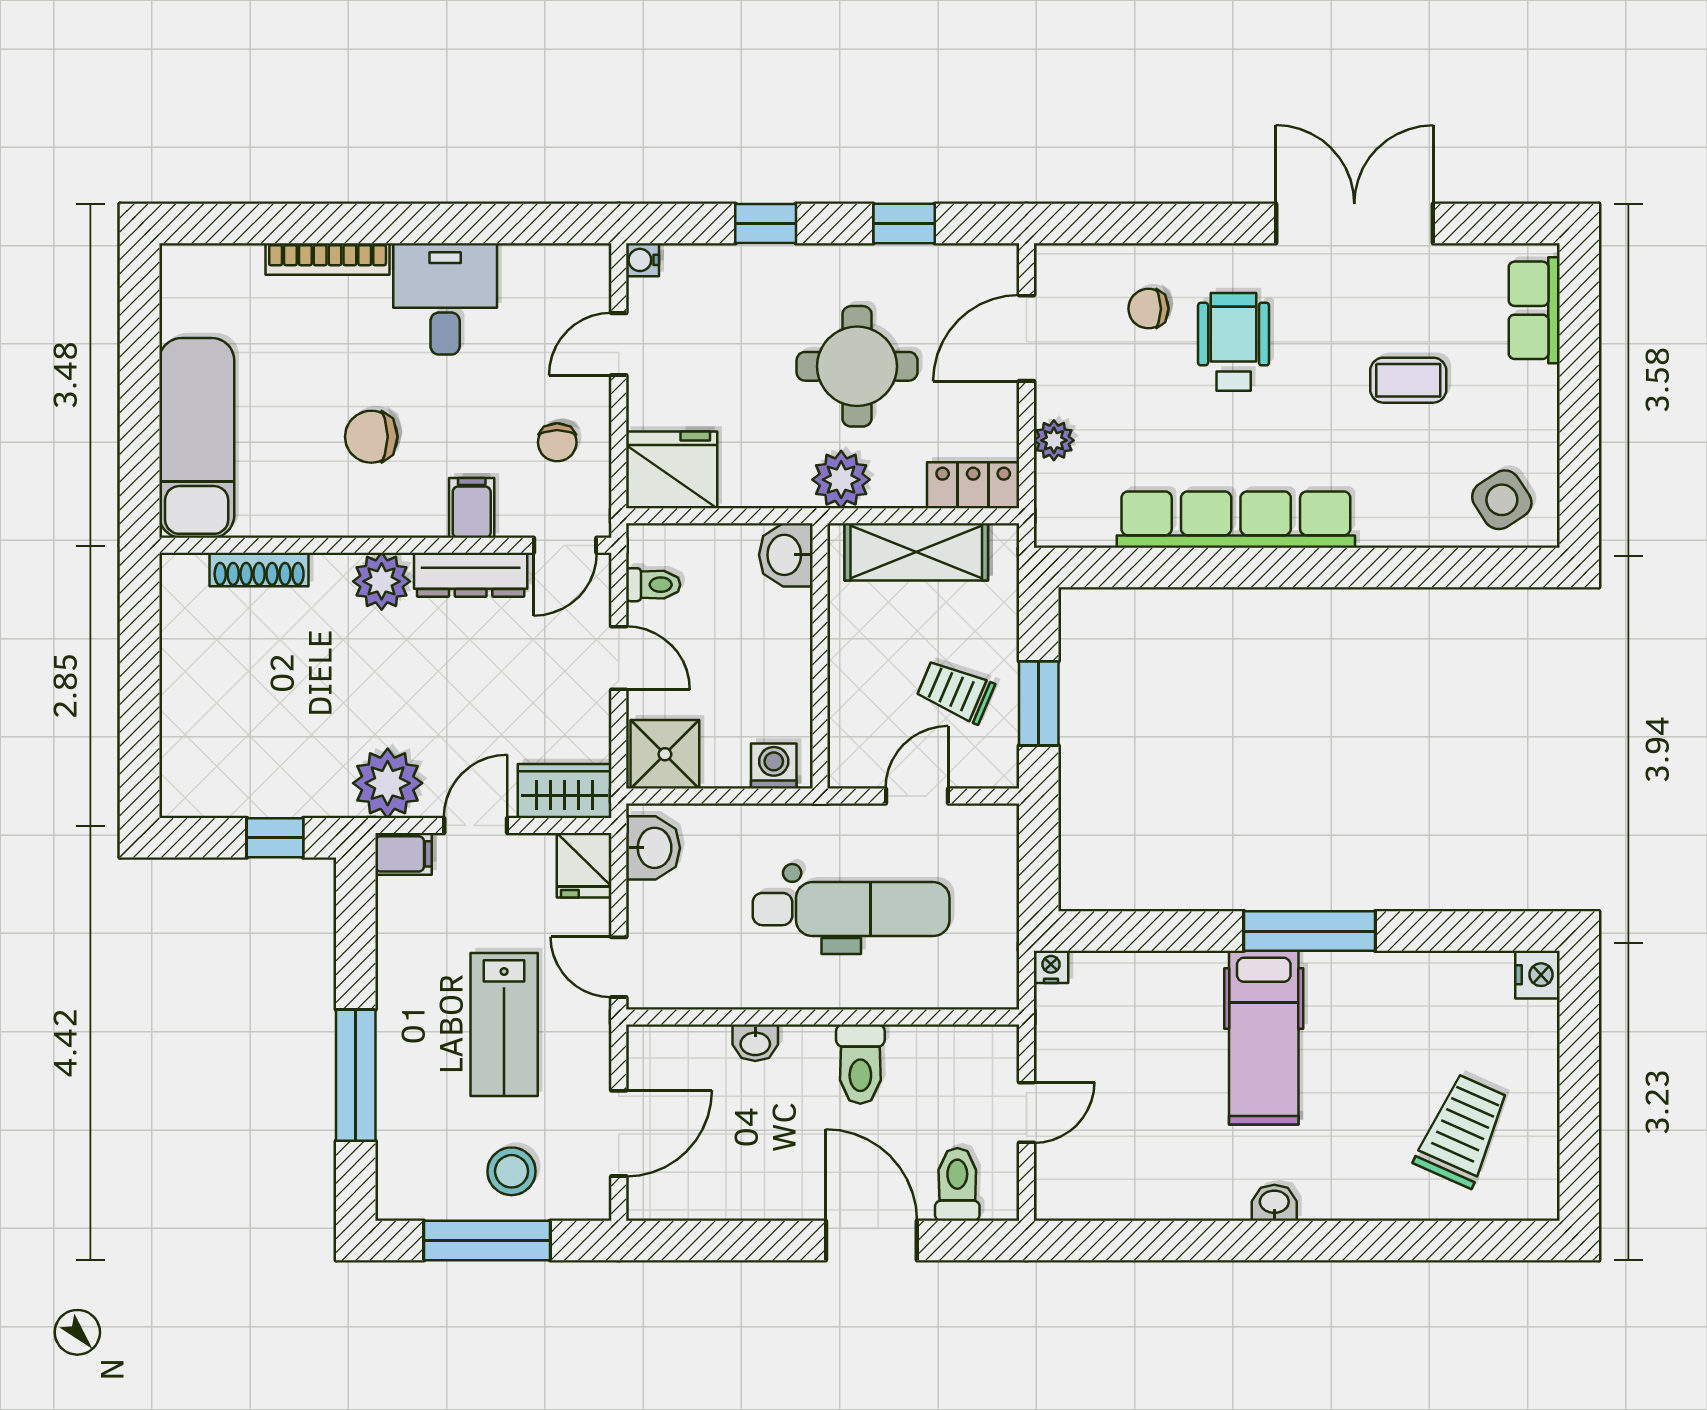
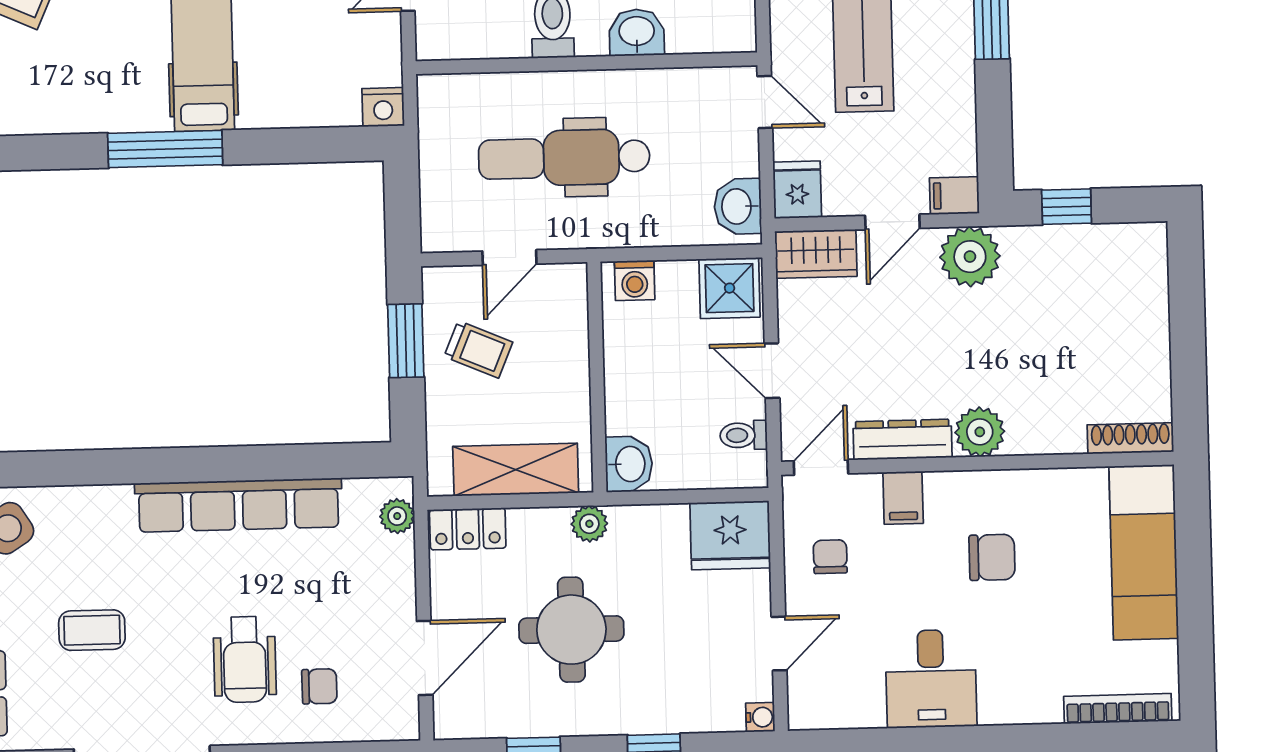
bookcase: (328, 259) -> (1118, 709), moved
plant: (1054, 440) -> (397, 516), moved
plant: (841, 480) -> (589, 524), width x0.73, depth x0.73
shoe rack: (259, 569) -> (1130, 438), moved
nightstand: (1051, 967) -> (383, 107), width x1.39, depth x1.35
washbasin: (755, 1043) -> (637, 32), width x1.38, depth x1.45

